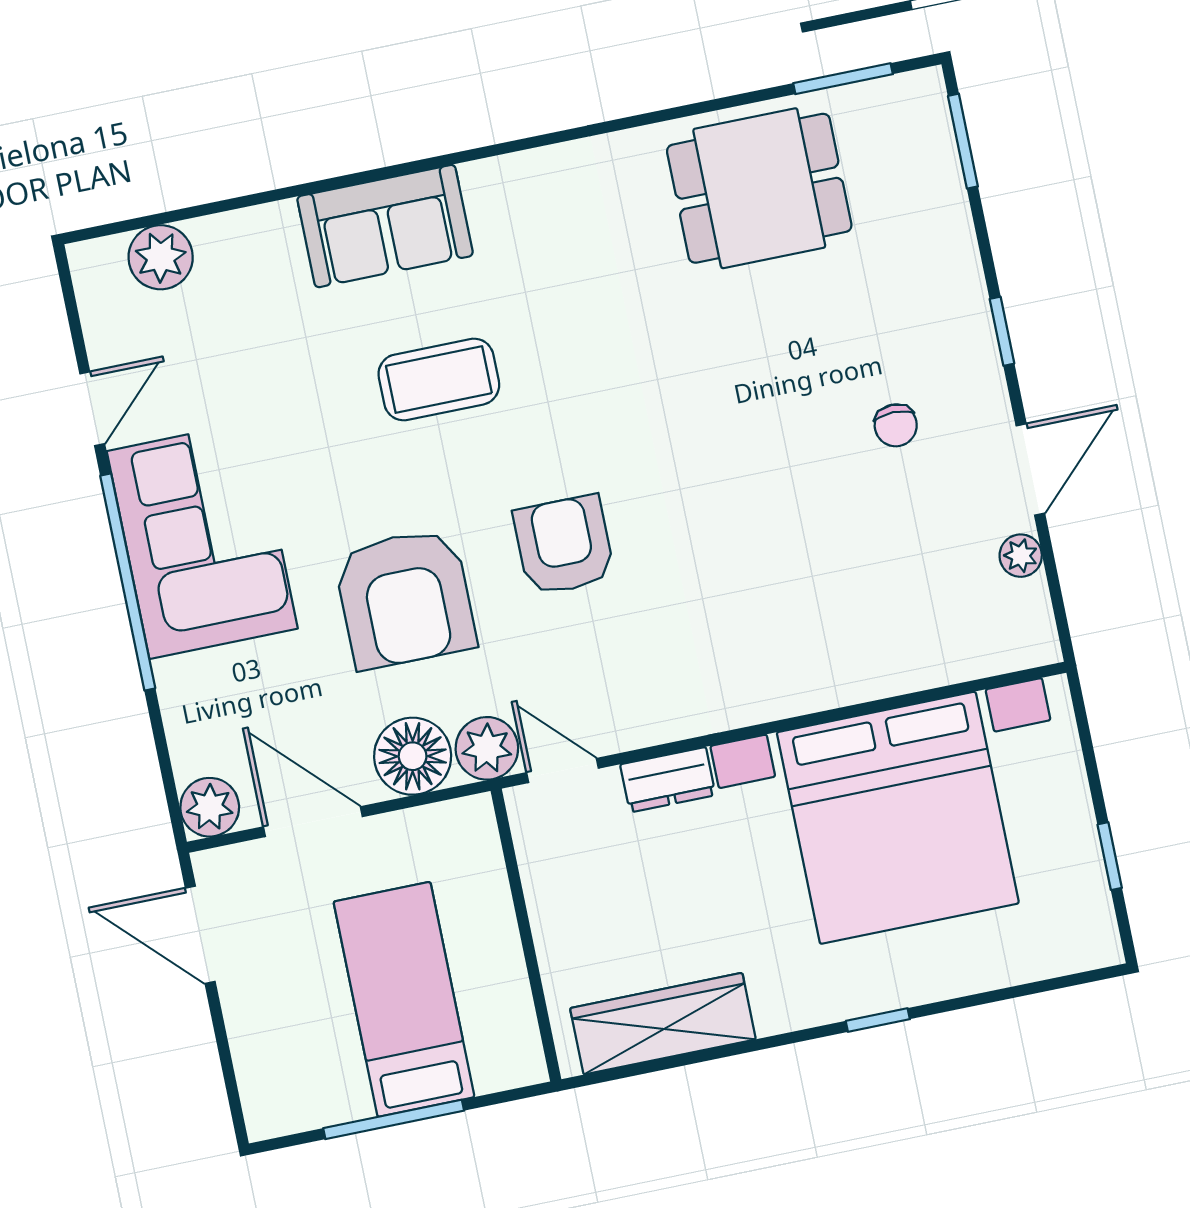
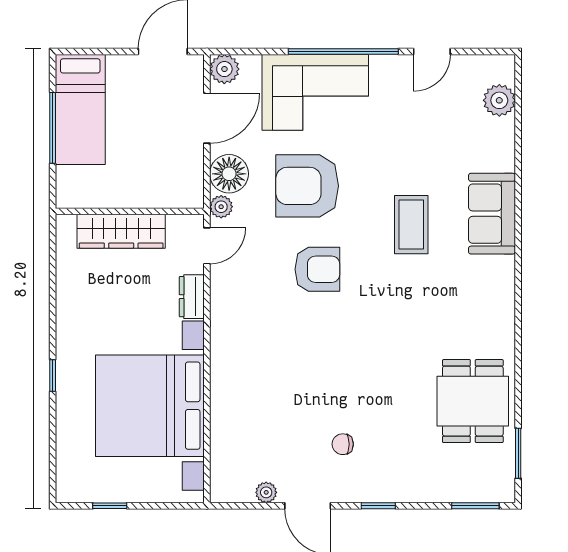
door: (92, 409) -> (432, 52), hinge flipped
corner sofa: (202, 540) -> (315, 92), moved
plant: (487, 748) -> (221, 207), width x0.73, depth x0.73
bed: (404, 999) -> (80, 109), moved, turned 90
wardrobe: (663, 1024) -> (121, 231), moved, turned 90

